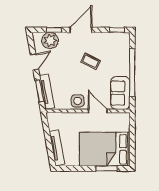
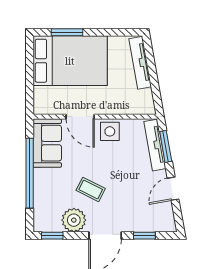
plant: (50, 40) -> (74, 220), moved

